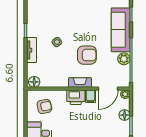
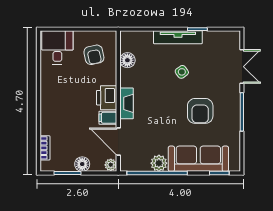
tv unit: (31, 50) -> (178, 37), width x1.41
armchair: (87, 55) -> (200, 111), moved
floor lamp: (34, 82) -> (127, 60), moved

